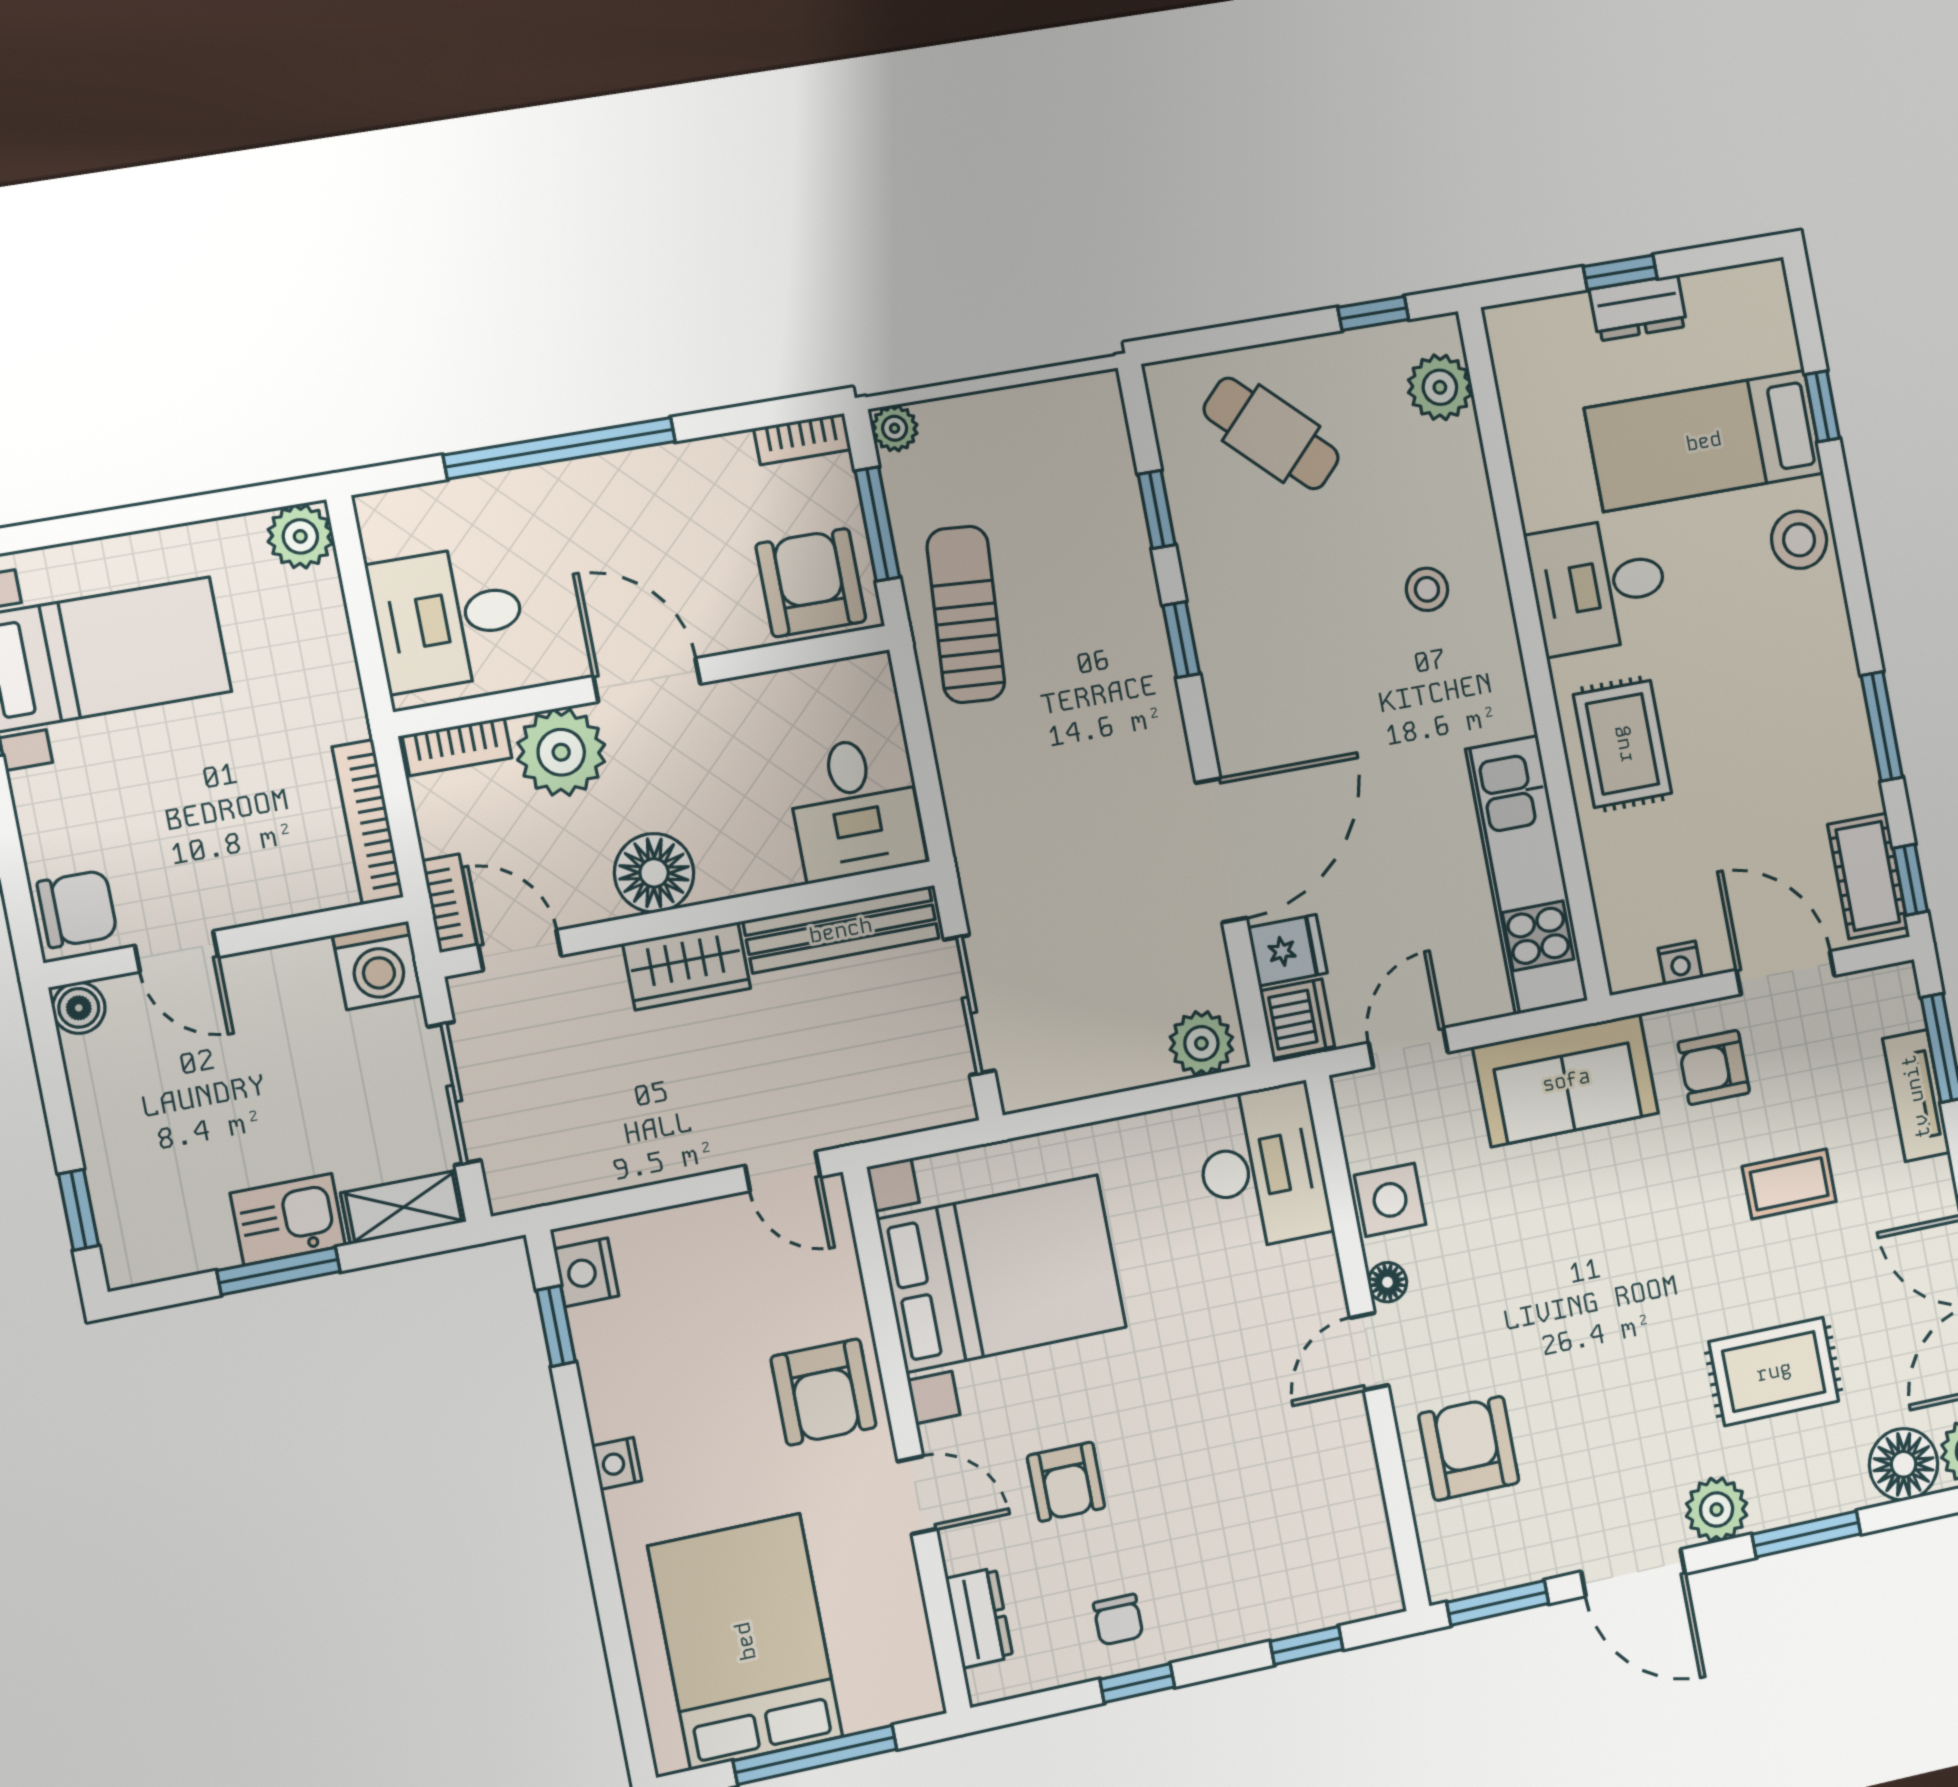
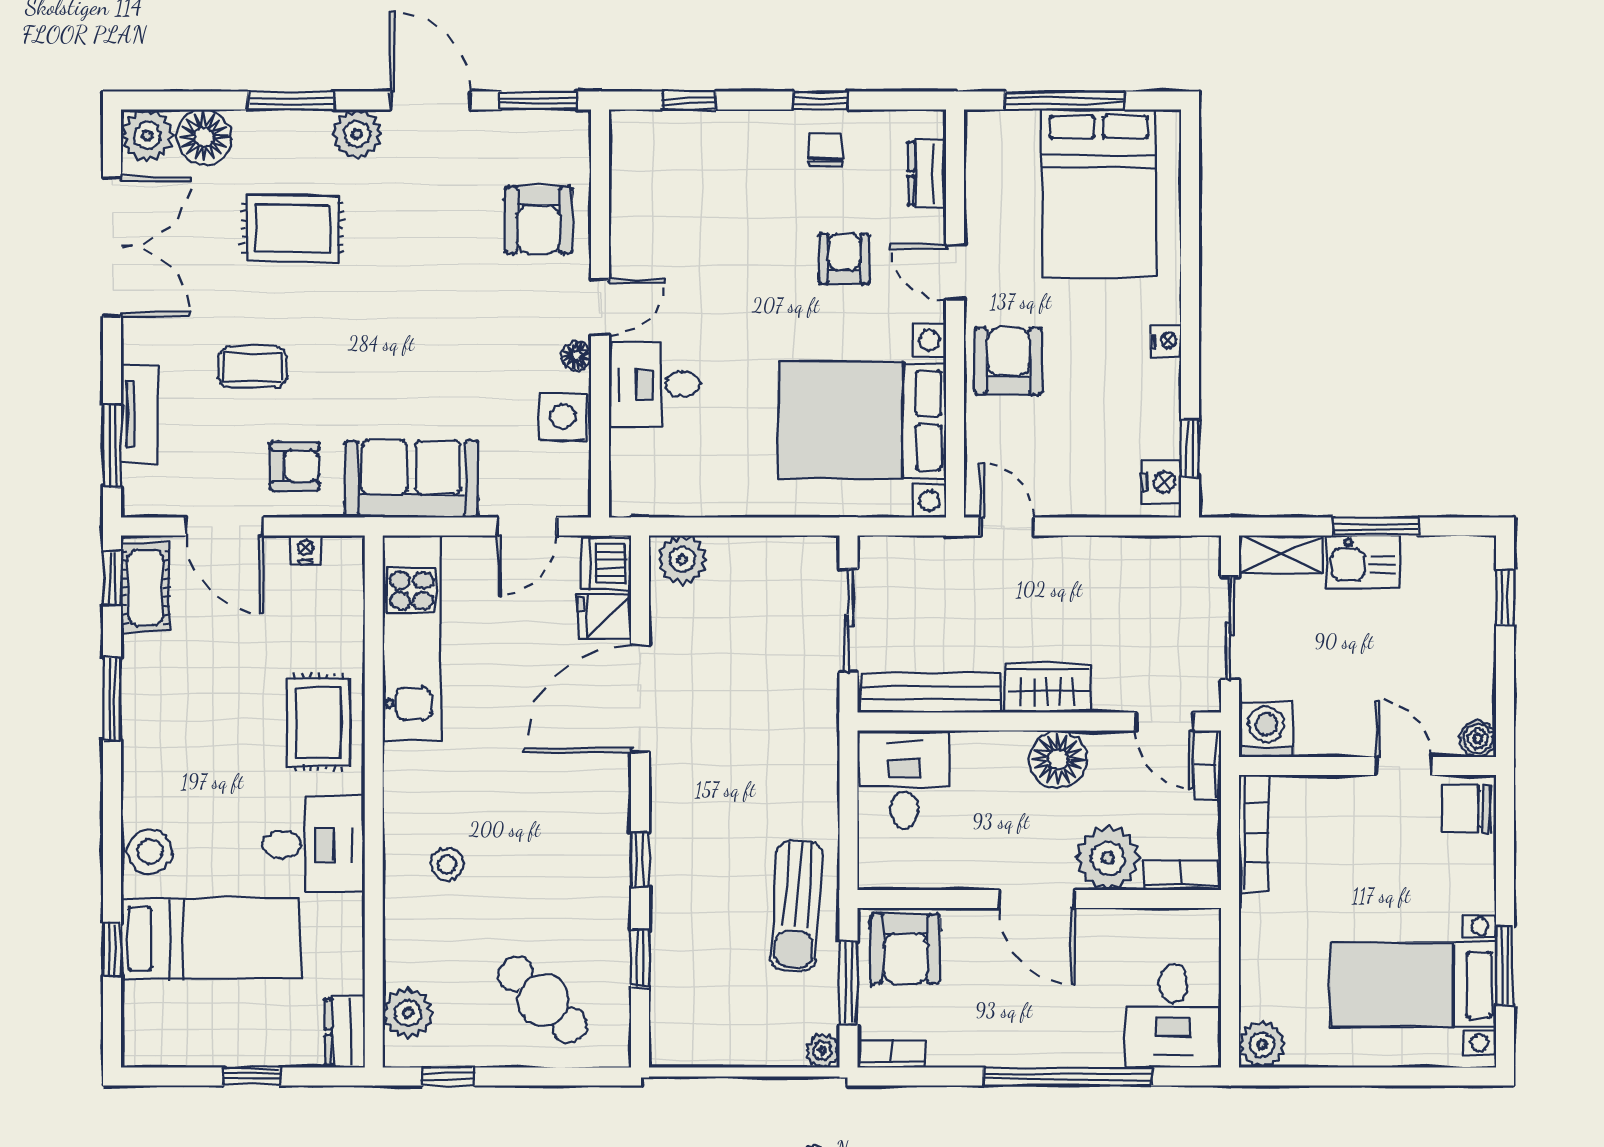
dresser: (1638, 308) -> (345, 1032), moved, turned -90
desk: (448, 618) -> (1173, 1016), moved, turned 90
desk: (1262, 1167) -> (654, 384), moved, width x0.73

